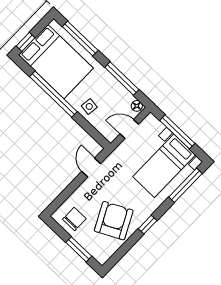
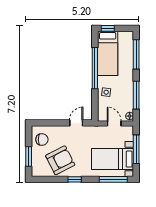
bed: (56, 62) -> (108, 53), width x0.67

